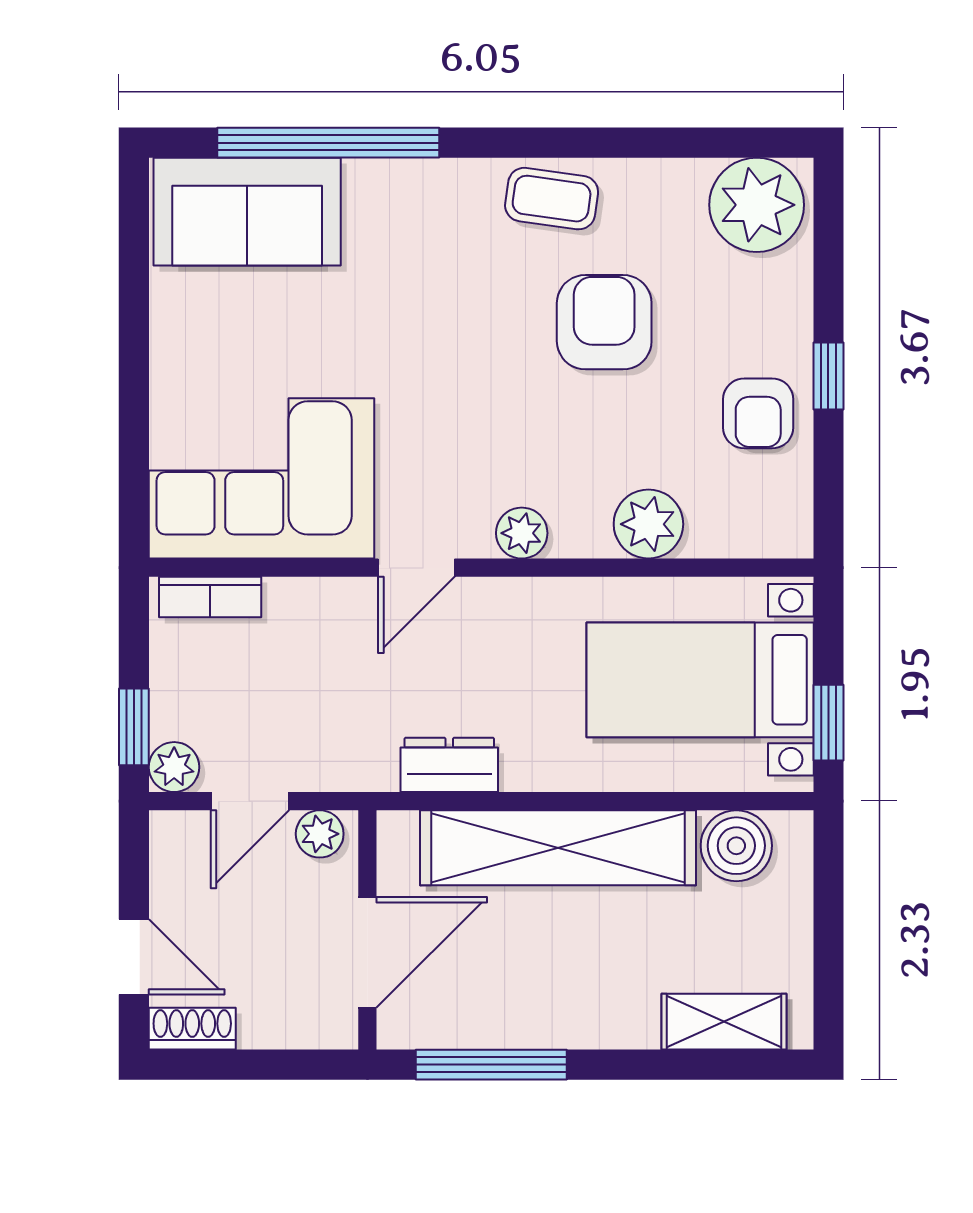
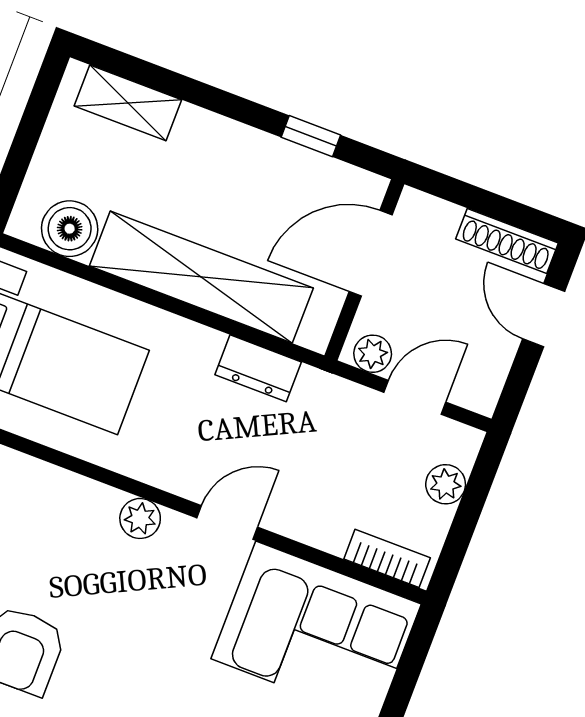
plant: (648, 524) -> (44, 490), removed
window: (134, 727) -> (479, 484), removed
plant: (174, 767) -> (446, 484), moved
shoe rack: (192, 1029) -> (507, 241), width x1.43
window: (491, 1065) -> (311, 136), width x0.46

